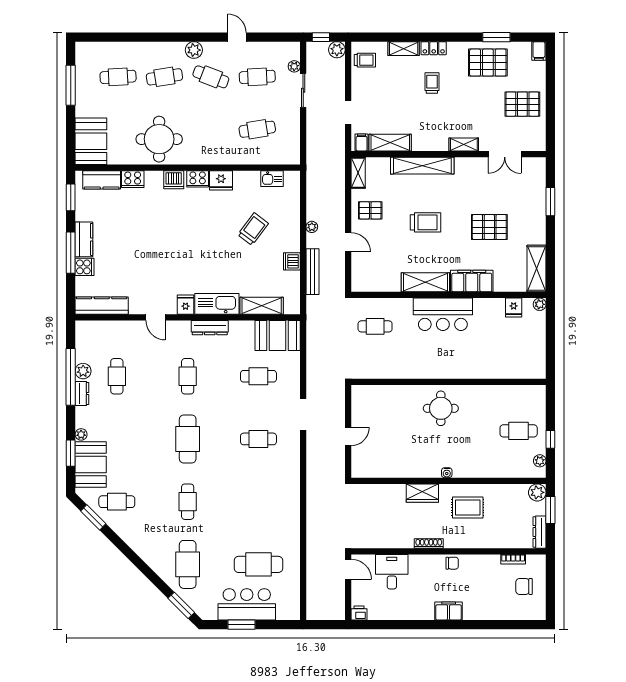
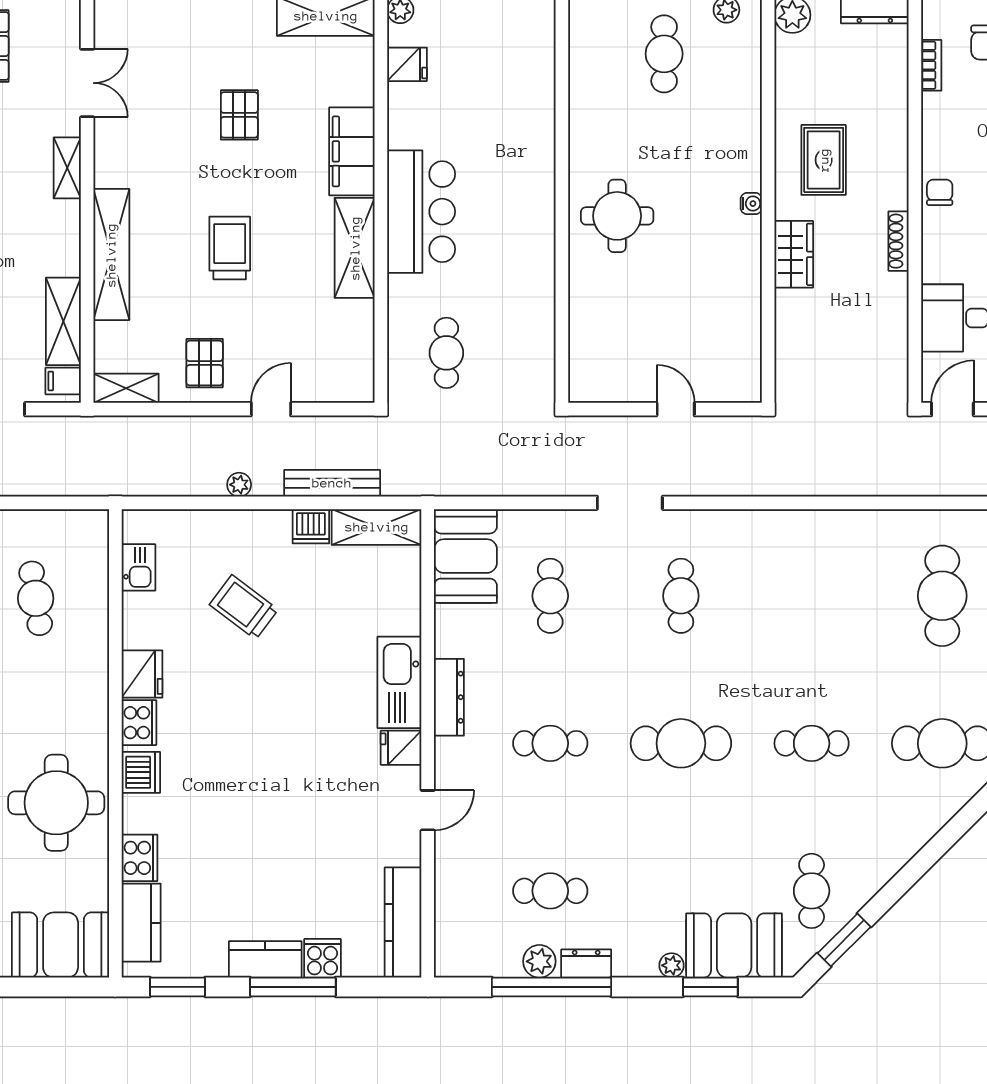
pallet: (489, 227) -> (239, 115), width x0.67, depth x0.71
shelving: (262, 306) -> (377, 527), moved, turned 90

